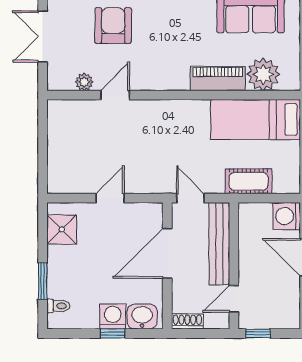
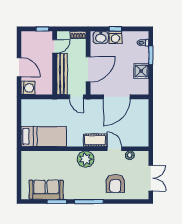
plant: (263, 74) -> (86, 159), moved
piano: (218, 79) -> (63, 157), removed
door: (115, 95) -> (114, 149), swing flipped
cot: (249, 181) -> (95, 140), moved
door: (110, 198) -> (117, 97), width x1.87
shower: (62, 229) -> (141, 71), moved

